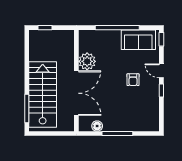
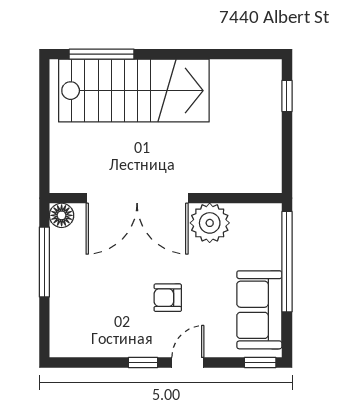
plant: (87, 61) -> (210, 223), moved
wall: (76, 81) -> (166, 198), moved
double door: (76, 93) -> (137, 198), moved

